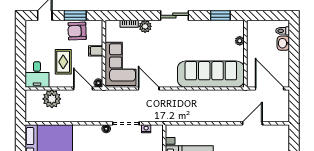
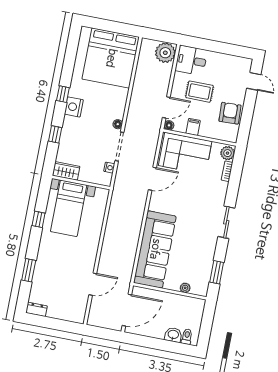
window: (75, 15) -> (247, 114), removed
plant: (145, 26) -> (228, 153), moved
filing cabinet: (96, 51) -> (193, 127), moved
plant: (52, 99) -> (165, 53), moved
door: (252, 123) -> (93, 284), hinge flipped

